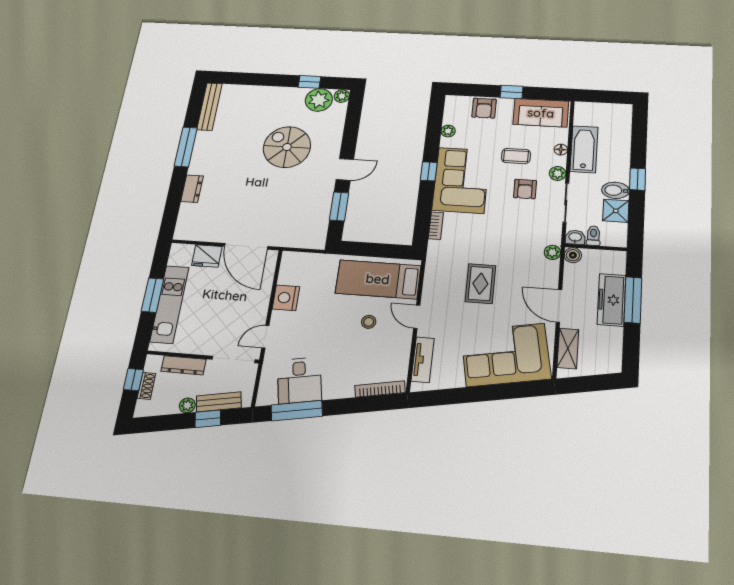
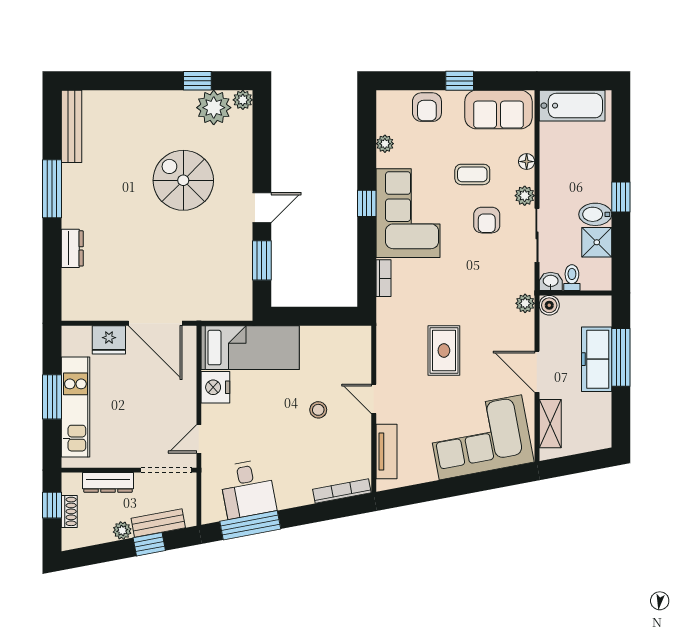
bathtub: (584, 149) -> (572, 106), moved, turned 90
bed: (378, 279) -> (250, 348), moved, turned 180

